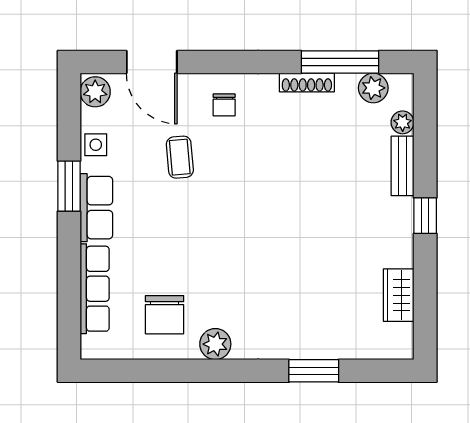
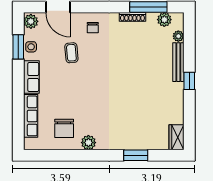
bench: (403, 166) -> (178, 62), width x1.36
window: (69, 186) -> (18, 47), moved
wardrobe: (399, 295) -> (177, 137), moved

